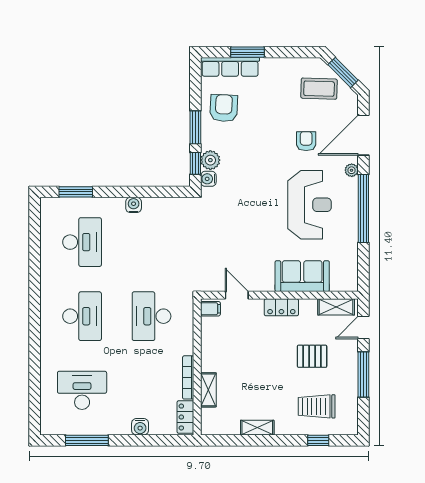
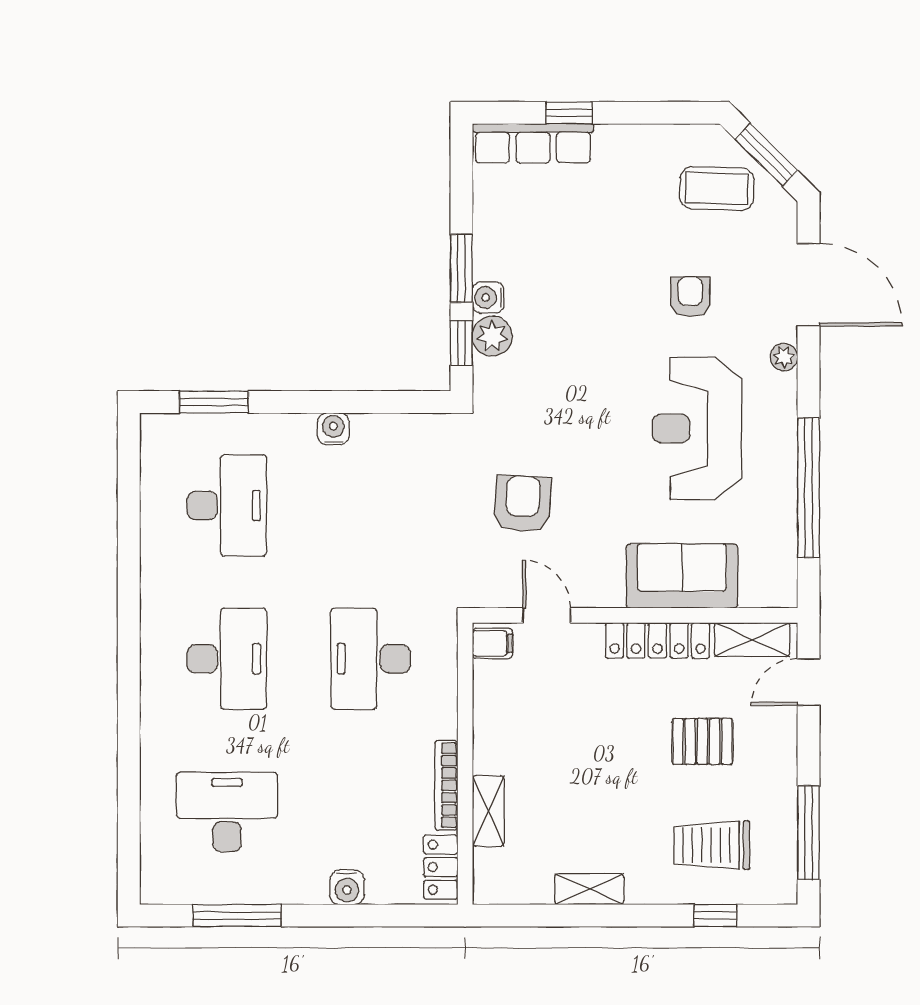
window: (248, 52) -> (569, 113), width x0.67
armchair: (224, 108) -> (523, 504), moved
door: (363, 135) -> (809, 285), swing flipped
water cooler: (208, 179) -> (488, 298), moved
reception desk: (309, 205) -> (697, 428), turned 180
window: (363, 208) -> (809, 488), moved
locker: (281, 307) -> (658, 640), width x1.53
window: (363, 374) -> (809, 833), moved

